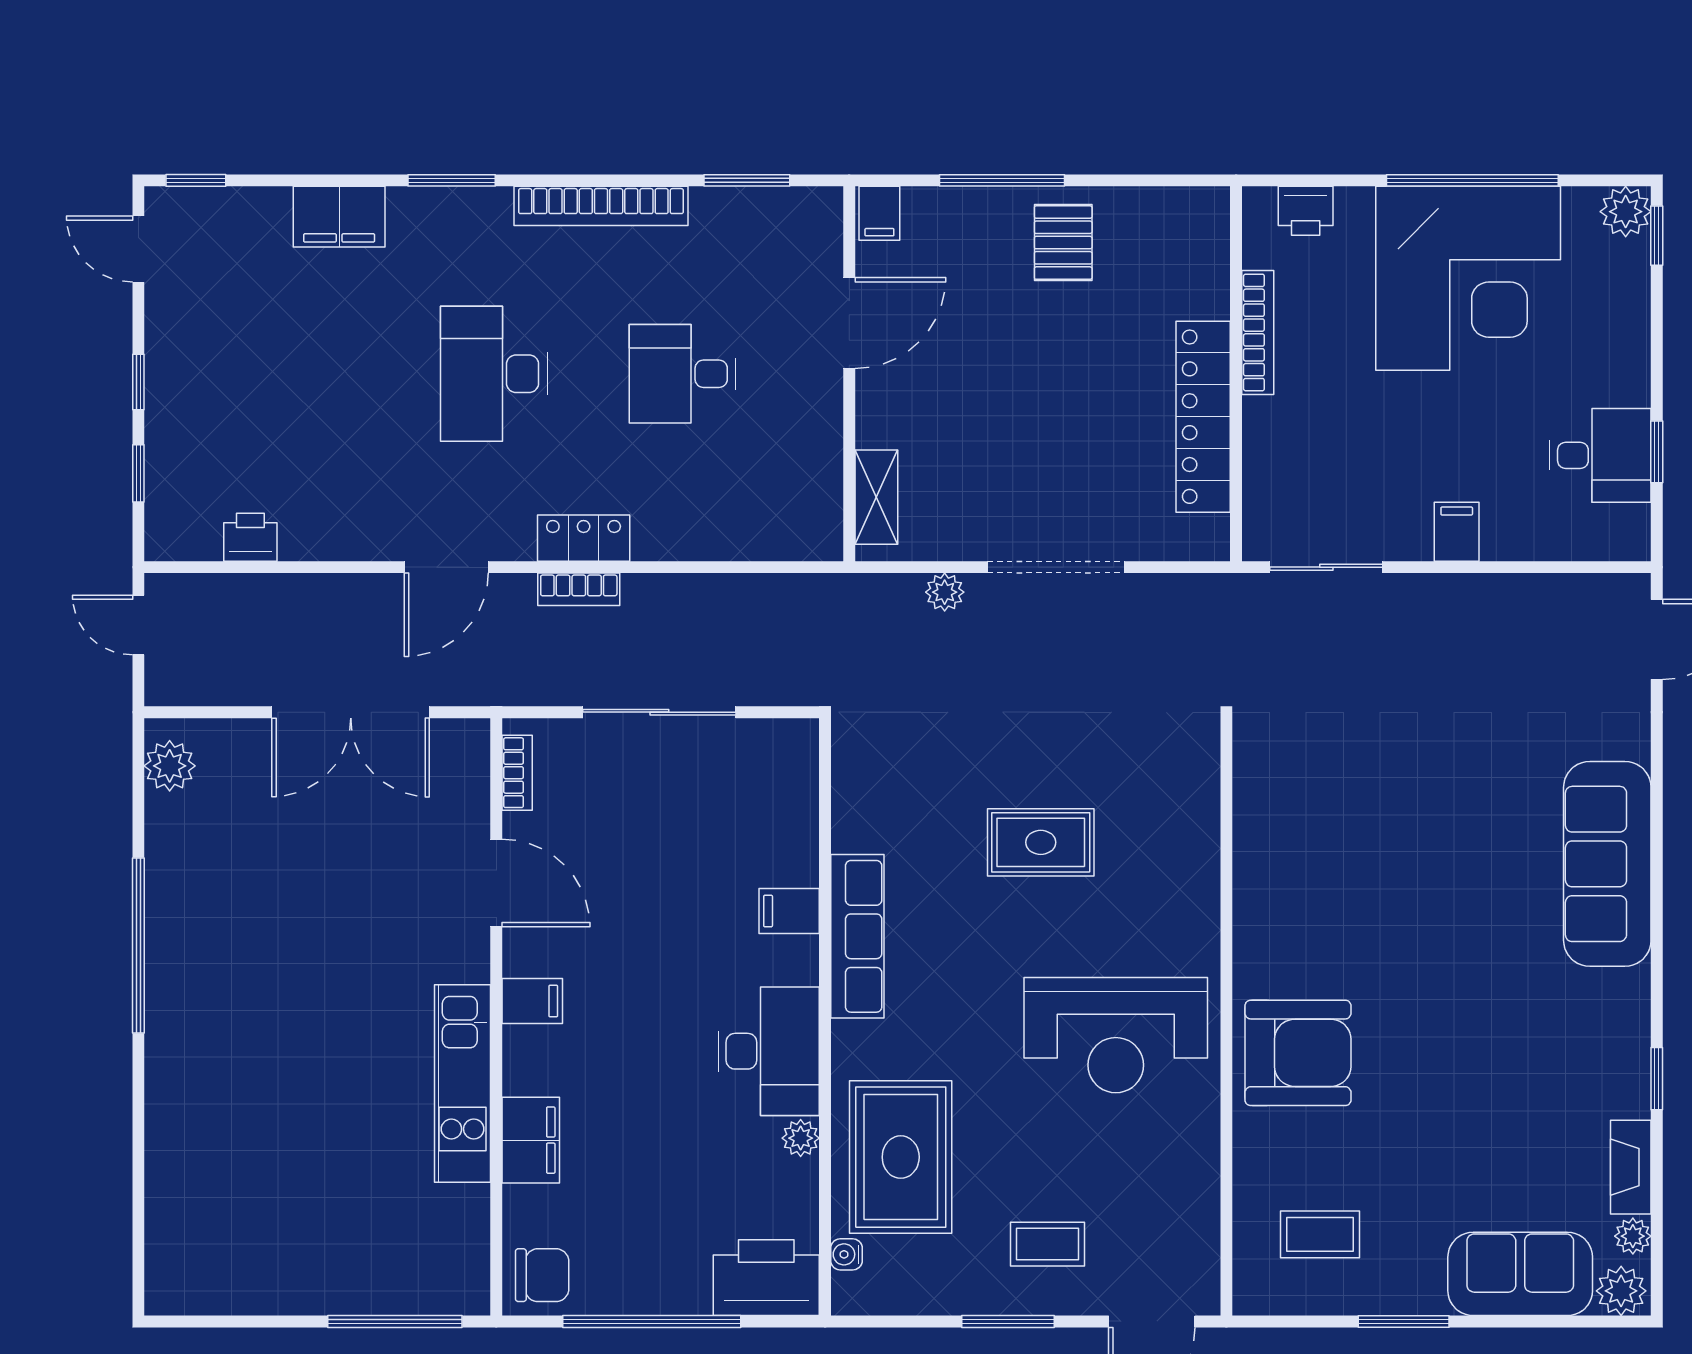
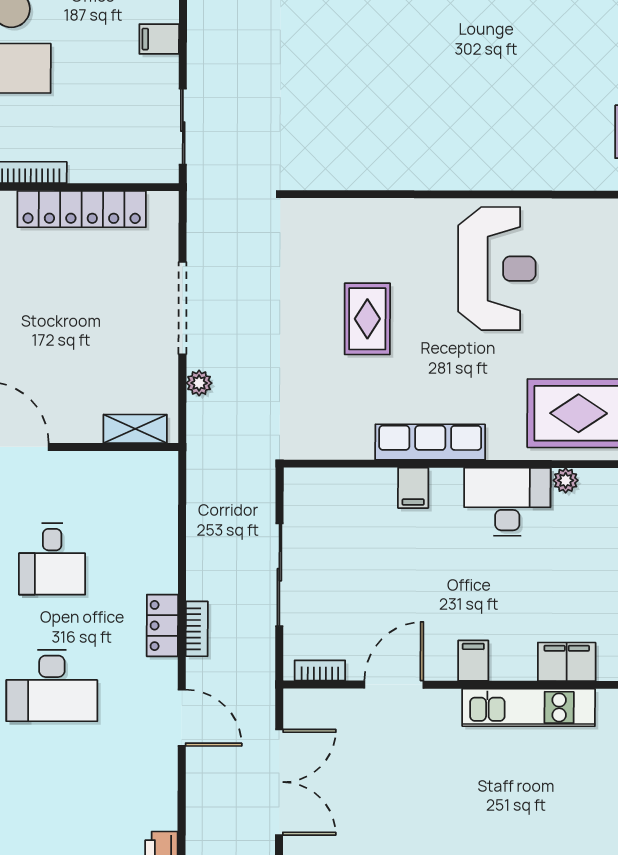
armchair: (1298, 1053) -> (509, 146), removed

